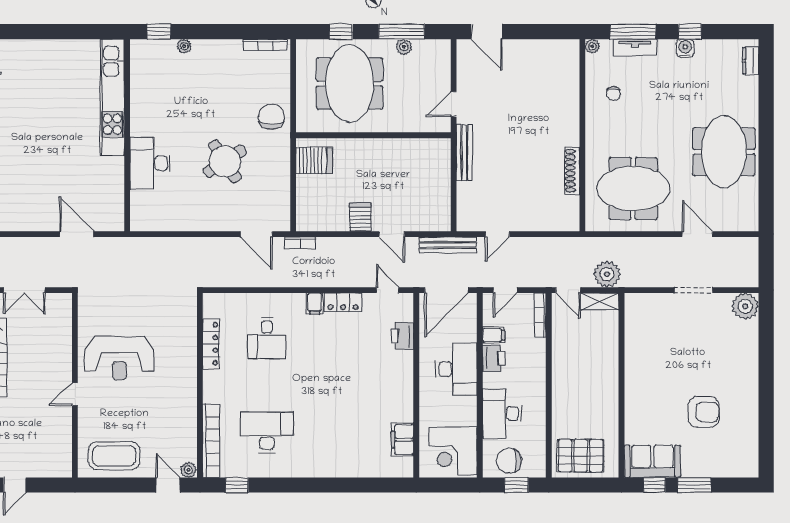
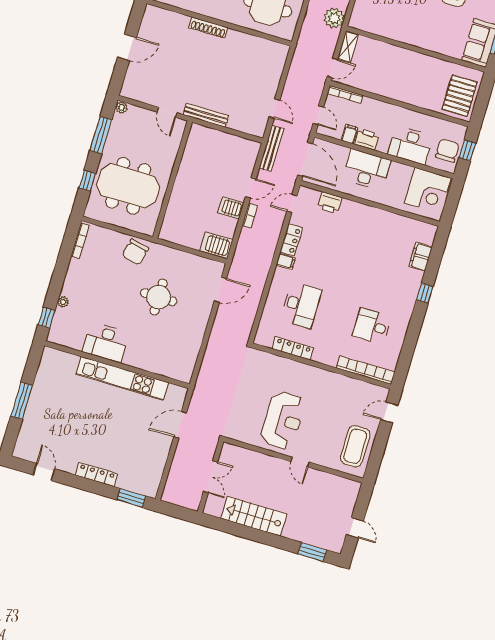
window: (48, 32) -> (22, 401), added
door: (487, 32) -> (127, 47), moved
plant: (404, 47) -> (122, 107), moved
kitchen unit: (112, 97) -> (122, 378), moved
chair: (271, 117) -> (135, 252), turned -77
round table: (225, 161) -> (159, 297), turned 33
server rack: (314, 161) -> (216, 245), moved, turned -90
desk: (150, 163) -> (106, 342), moved
shoe rack: (572, 171) -> (208, 28), moved
bookcase: (300, 243) -> (250, 215), moved
plant: (607, 274) -> (334, 18), moved
desk: (267, 338) -> (301, 305), width x1.37
desk: (267, 432) -> (372, 326), width x0.73
filing cabinet: (403, 440) -> (421, 257), moved, turned 90
chair: (509, 461) -> (447, 151), turned 180
plant: (188, 470) -> (382, 394), removed
window: (237, 485) -> (425, 293), moved

